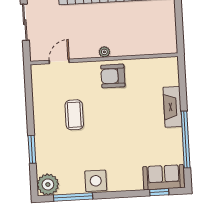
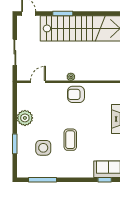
coffee table: (74, 115) -> (70, 140), moved
side table: (96, 181) -> (43, 148), moved
plant: (48, 184) -> (25, 118), moved

